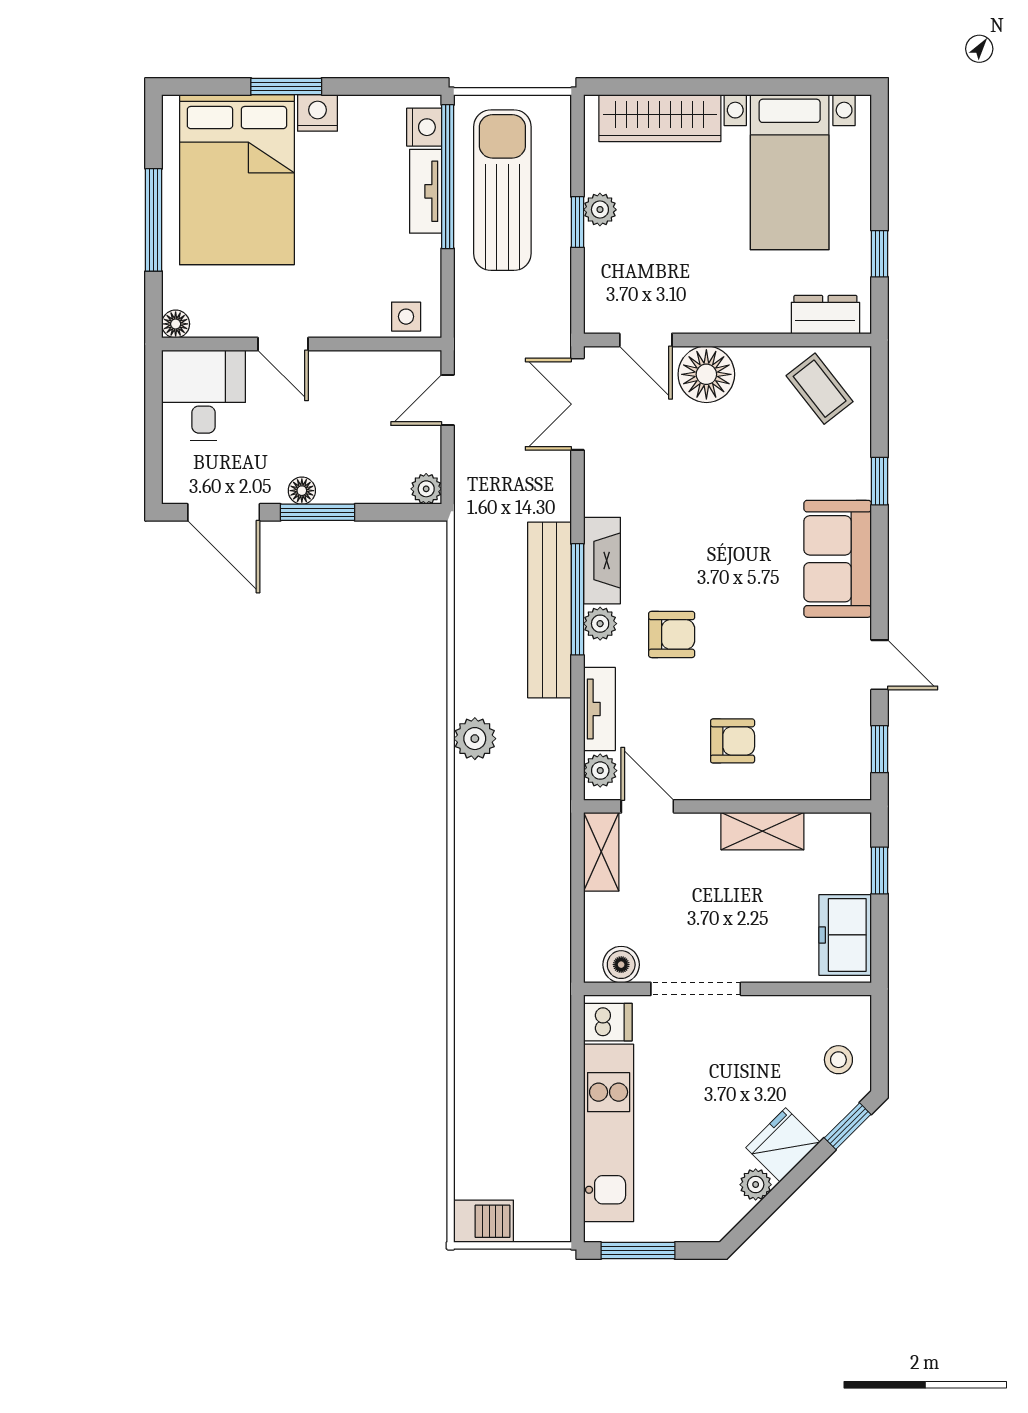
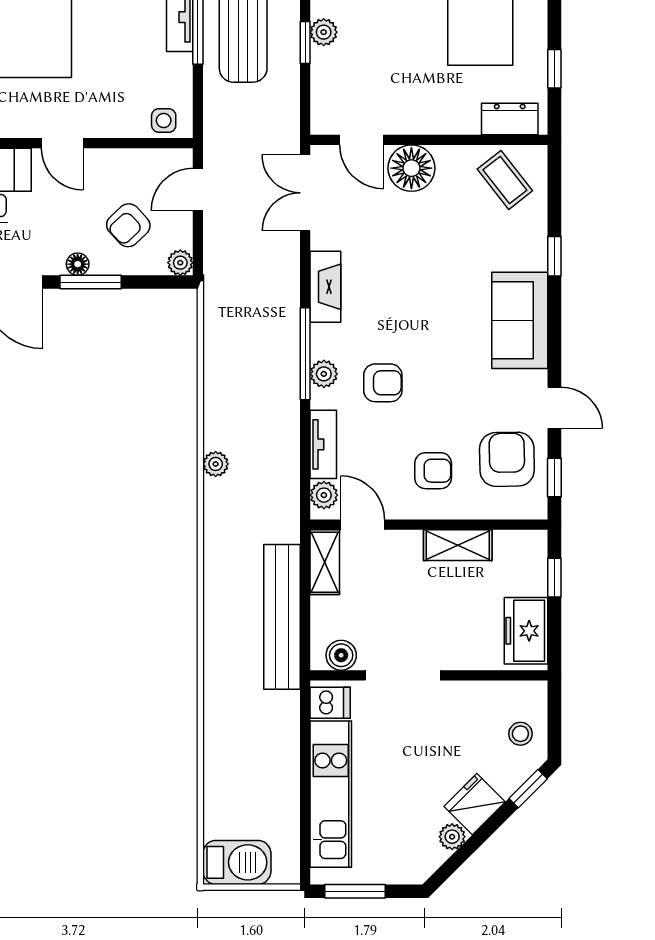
armchair: (363, 444) -> (128, 225), added
fireplace: (602, 561) -> (325, 287), moved
bench: (549, 610) -> (282, 617), moved
armchair: (822, 727) -> (507, 459), added
plant: (475, 739) -> (216, 464), width x0.73, depth x0.73
barbecue: (484, 1221) -> (237, 862), width x1.38, depth x1.27

